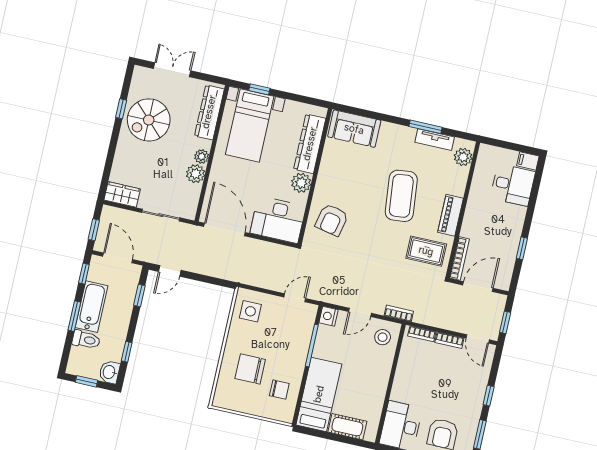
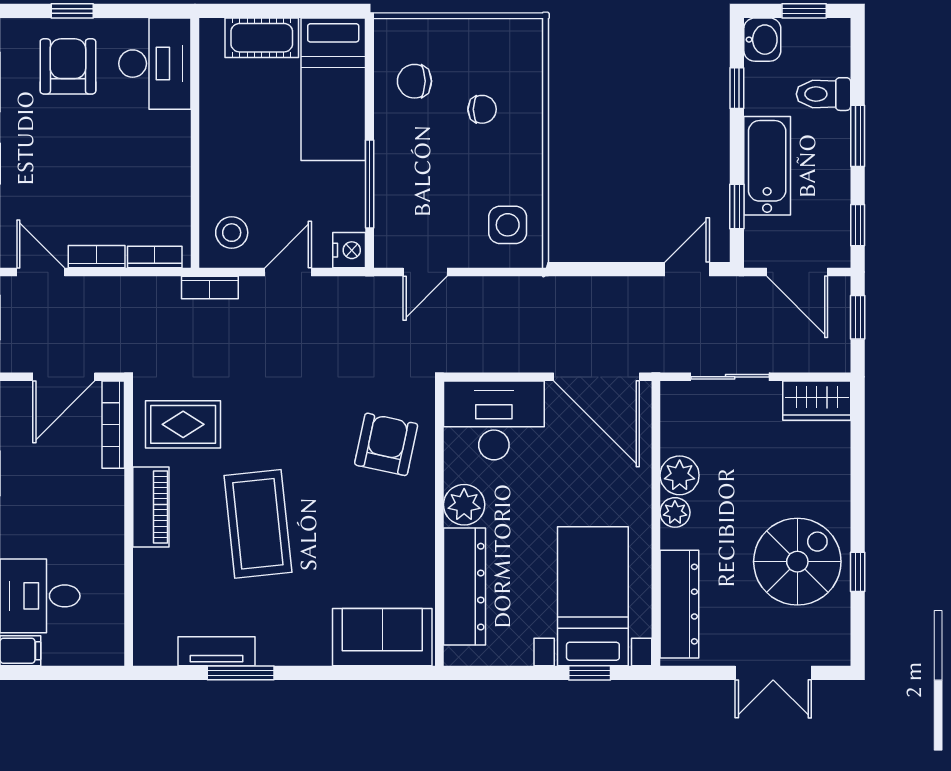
plant: (463, 157) -> (152, 629), removed
bathtub: (92, 307) -> (767, 166), moved, turned 180
chair: (250, 369) -> (482, 109), width x0.54, depth x0.54

